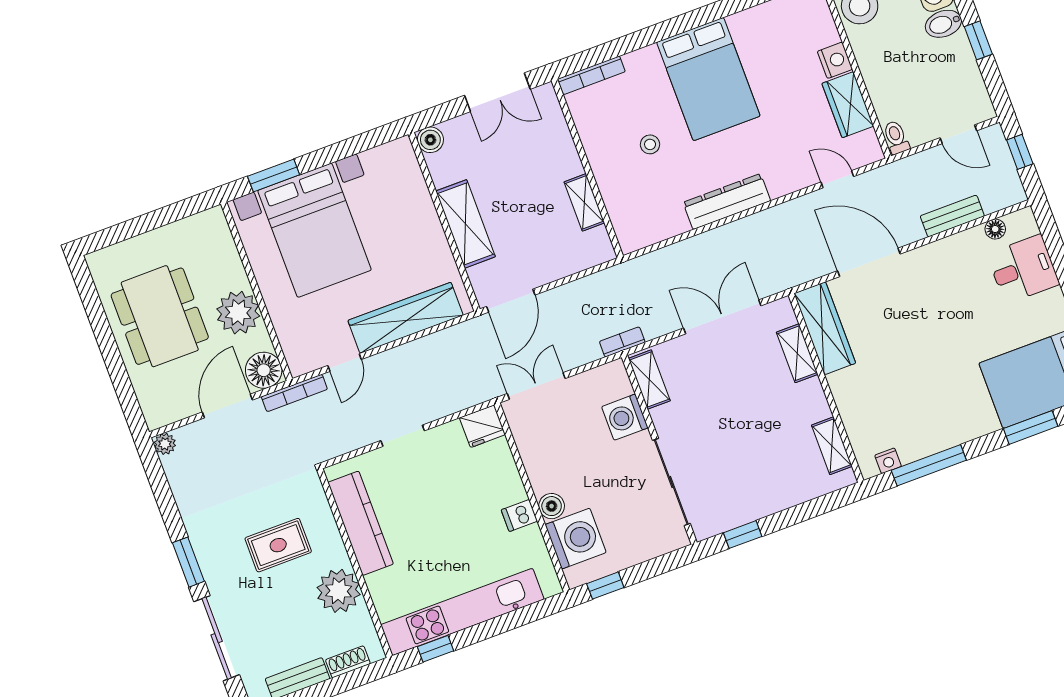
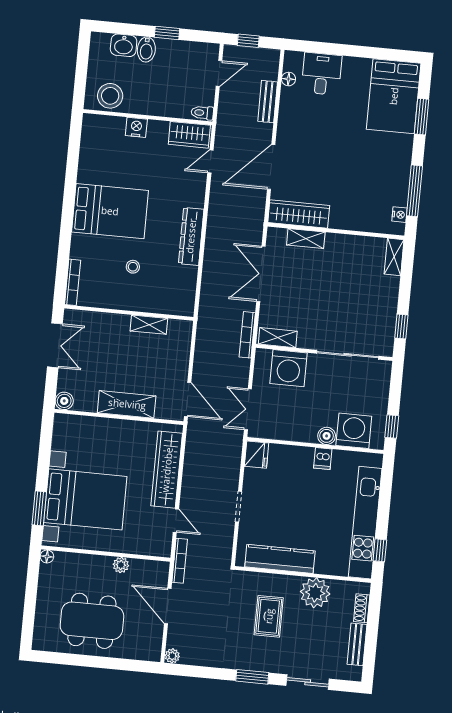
wardrobe: (848, 105) -> (189, 135), moved
plant: (238, 313) -> (121, 565), width x0.53, depth x0.53
bookcase: (622, 342) -> (247, 335), width x1.56
floor lamp: (264, 370) -> (47, 556), moved, width x0.53, depth x0.53
washing machine: (625, 417) -> (289, 368), width x1.37, depth x1.37
shelving: (832, 446) -> (394, 257), moved, turned 90
sliding door: (217, 638) -> (308, 682), width x0.73

